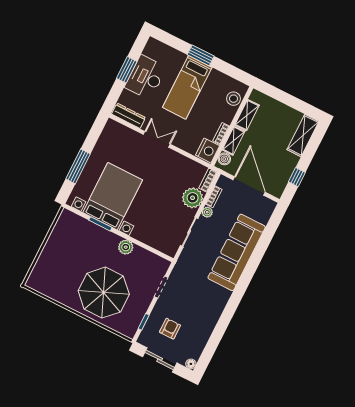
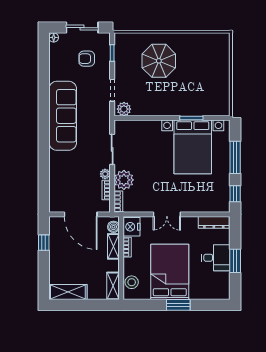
desk: (146, 77) -> (216, 258), width x0.73
bed: (187, 87) -> (170, 272), width x1.50
shelving: (247, 115) -> (113, 286), moved
window: (95, 132) -> (235, 194), added
shelving: (303, 135) -> (68, 292), moved, turned 90
double door: (157, 139) -> (167, 214), moved
plant: (126, 247) -> (124, 109), moved
sofa: (237, 252) -> (63, 116), moved
parasol: (104, 293) -> (159, 61), width x0.73, depth x0.73
armchair: (170, 329) -> (87, 59), turned 90

